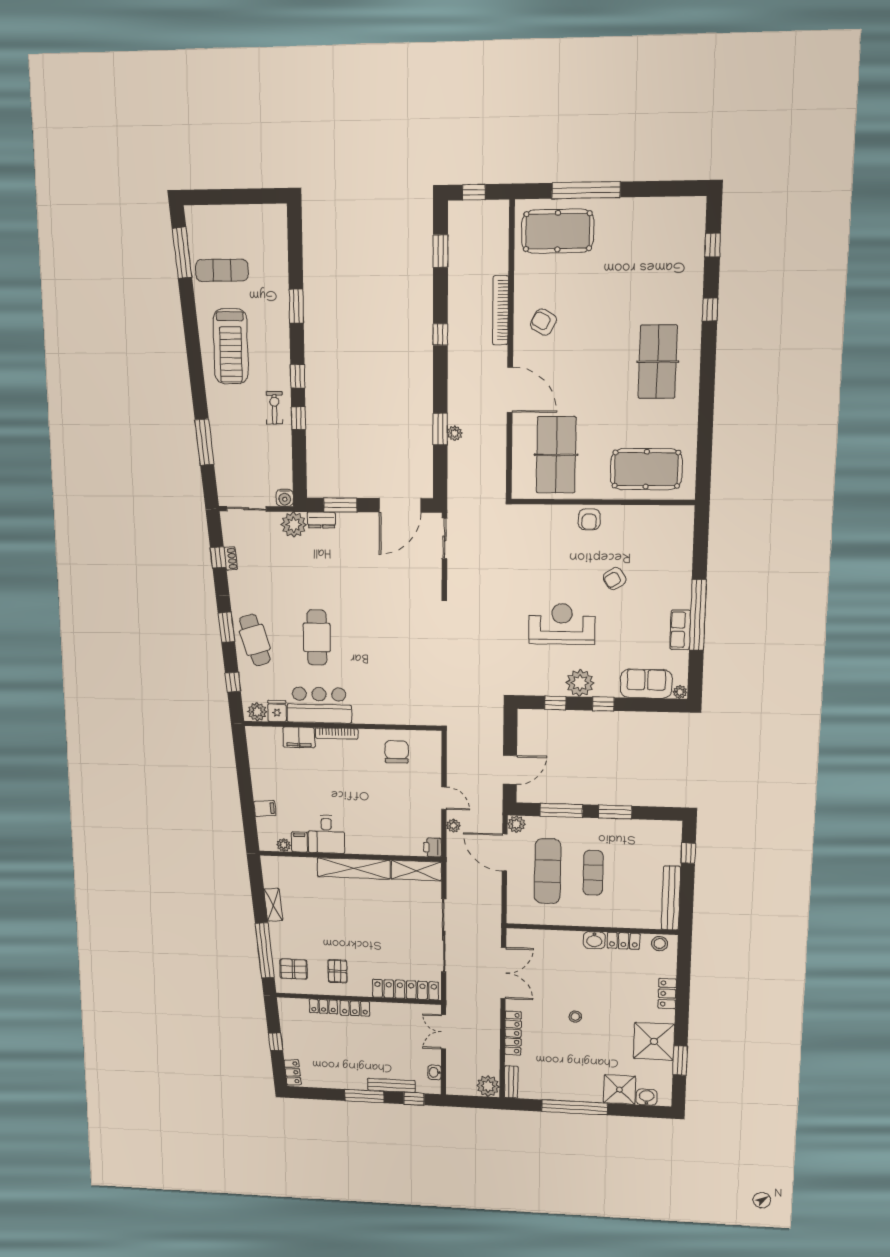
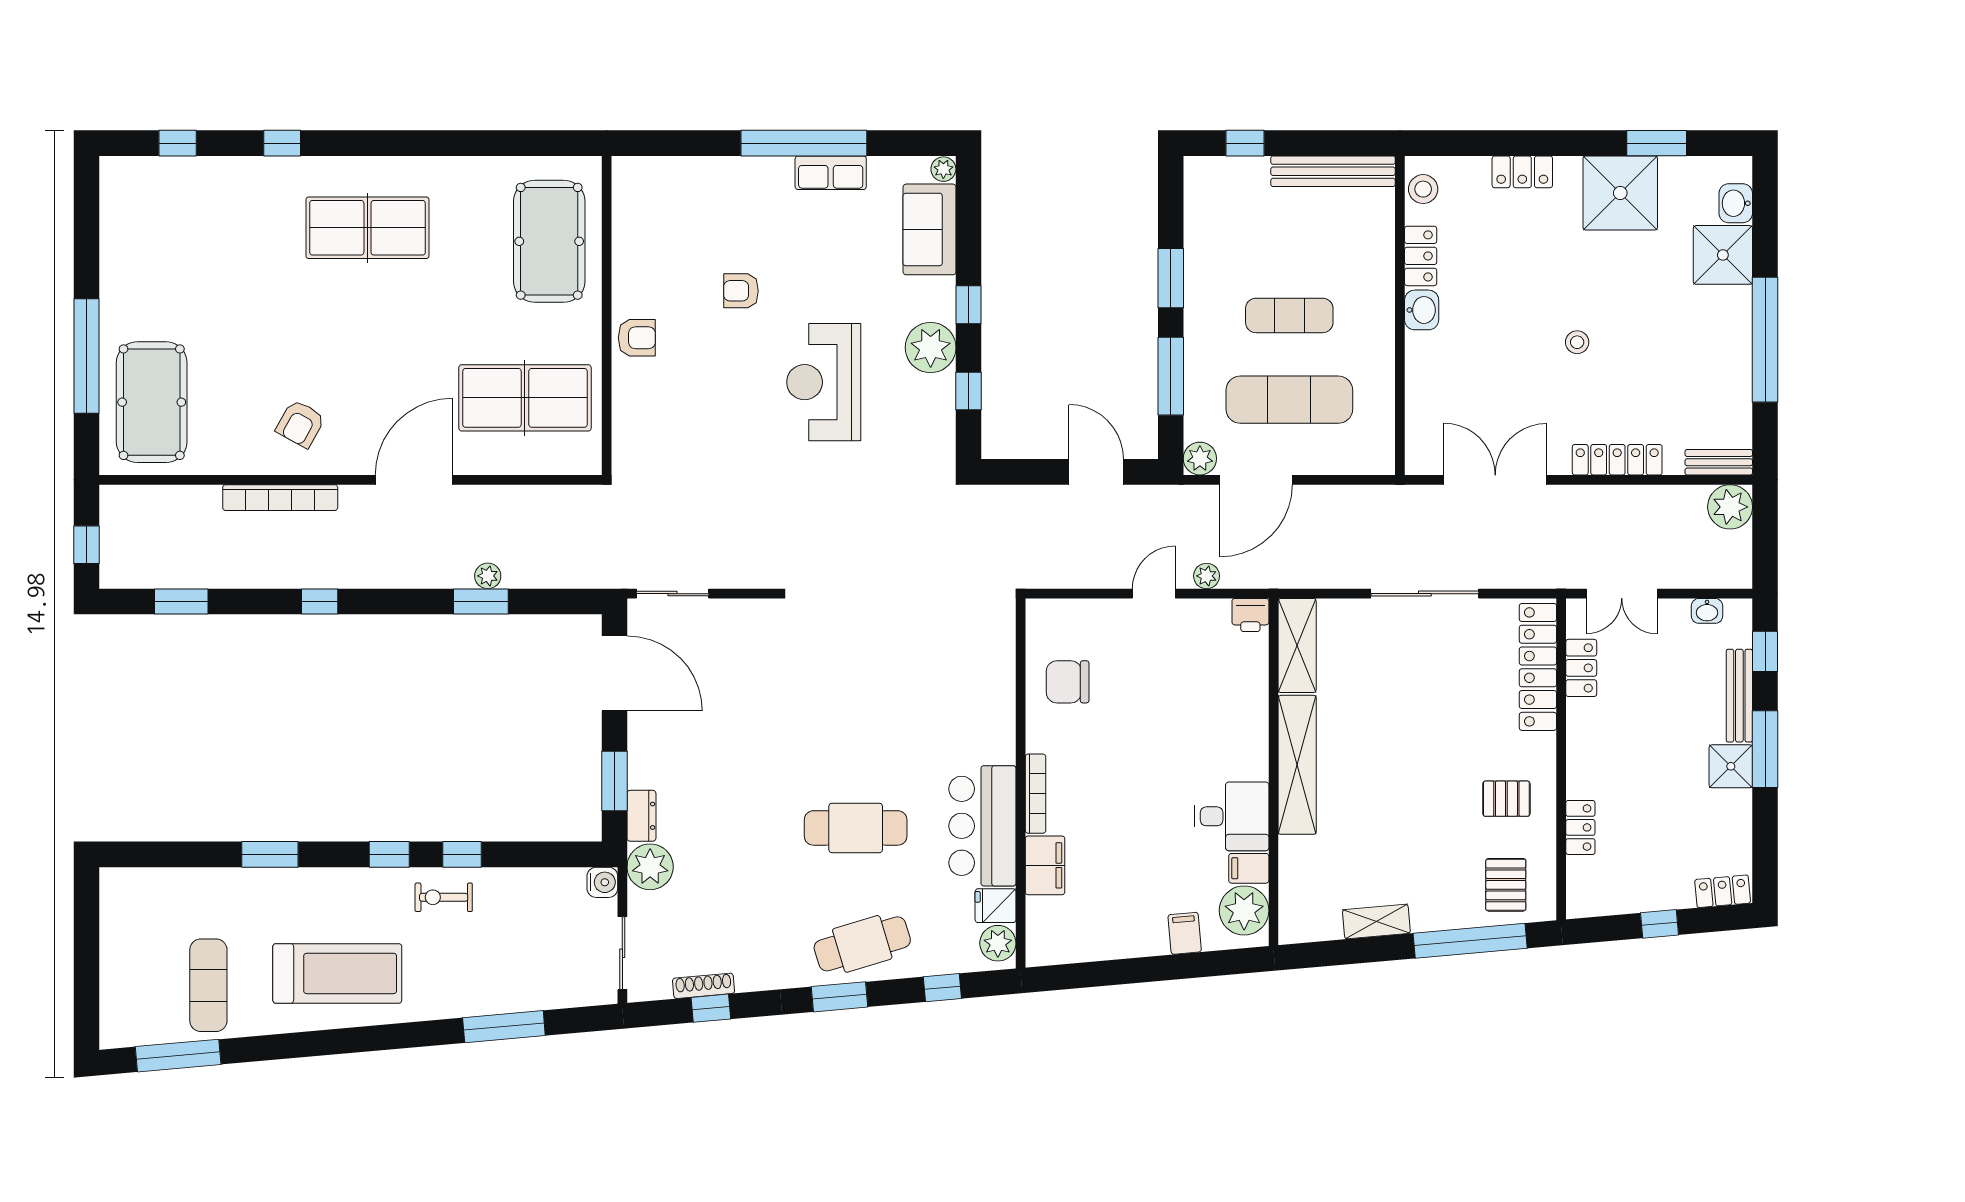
shoe rack: (231, 559) -> (704, 986), width x1.43
armchair: (615, 579) -> (741, 291), turned 122
plant: (284, 845) -> (1244, 910), width x1.87, depth x1.87
sliding door: (444, 936) -> (1425, 594), width x0.73
locker: (355, 1008) -> (1581, 668), moved
shower: (356, 1080) -> (1731, 766), added

